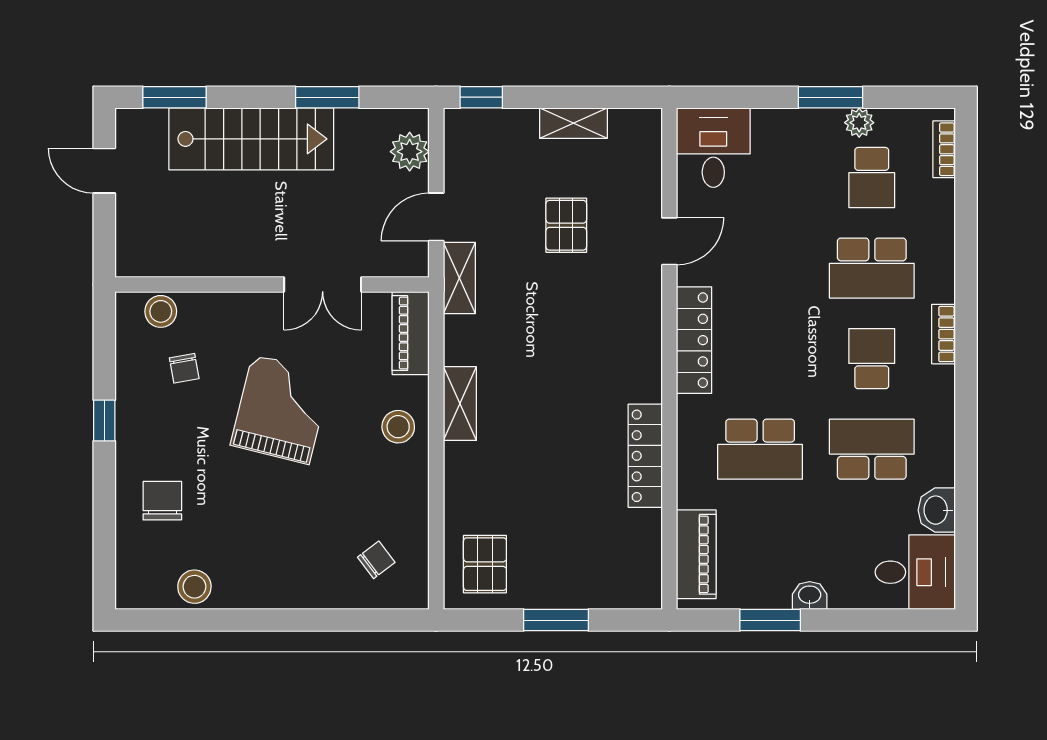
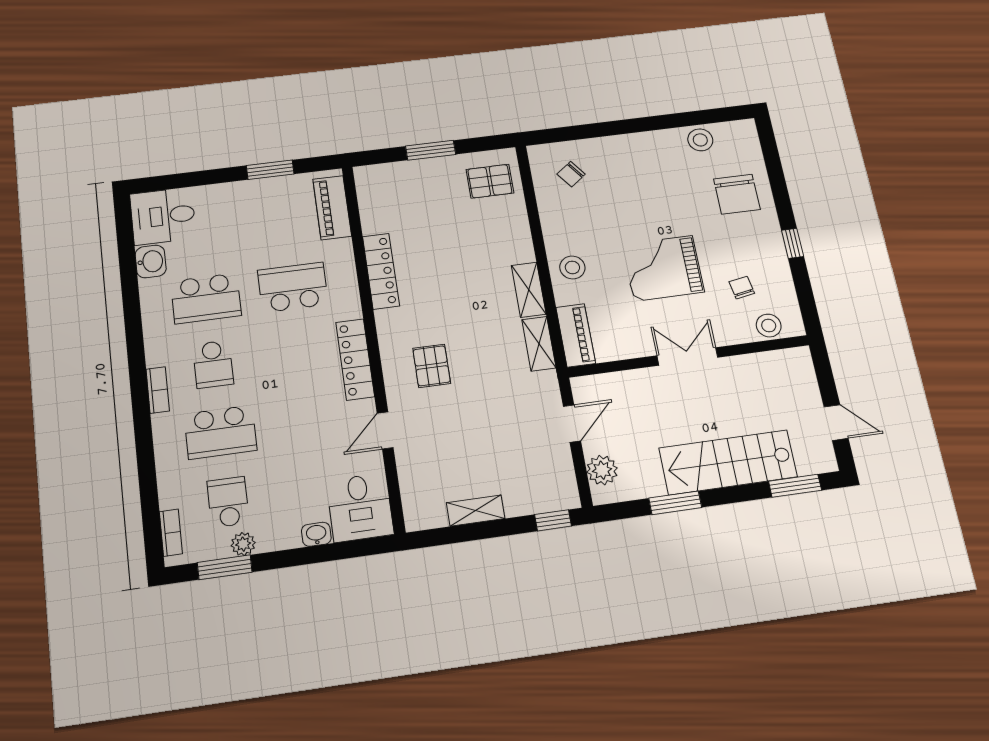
window: (831, 97) -> (225, 567), moved
pallet: (566, 225) -> (432, 366), moved
school desk: (872, 268) -> (220, 432), turned 180
shelving: (459, 278) -> (539, 344), moved
double door: (323, 284) -> (687, 356), moved
grand piano: (281, 409) -> (663, 268), turned 76
chair: (162, 501) -> (737, 194), width x1.37, depth x1.37
pallet: (485, 564) -> (490, 181), turned 90
washbasin: (810, 596) -> (316, 534), moved, turned 180

